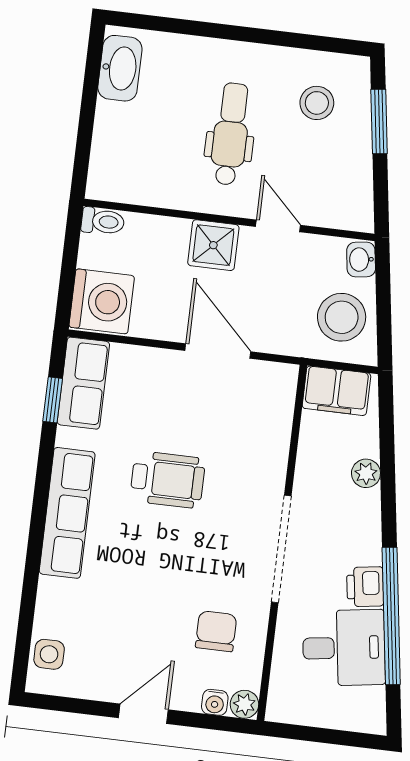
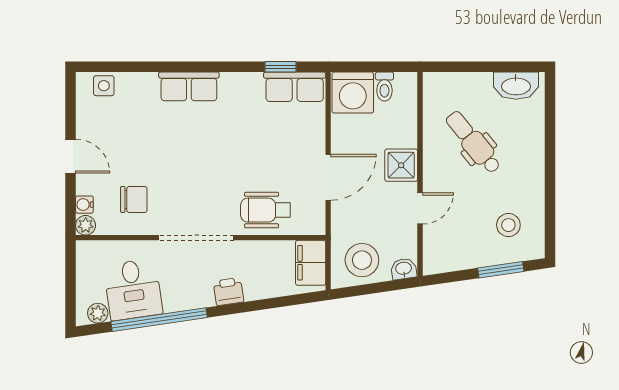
dental chair: (230, 134) -> (473, 142), moved, turned -129
toilet: (103, 221) -> (384, 87), moved
plant: (366, 473) -> (98, 313), moved
wheelchair: (168, 480) -> (266, 210), moved, turned 90
row of seats: (67, 513) -> (189, 86), width x0.68
printer: (365, 587) -> (228, 292), moved

